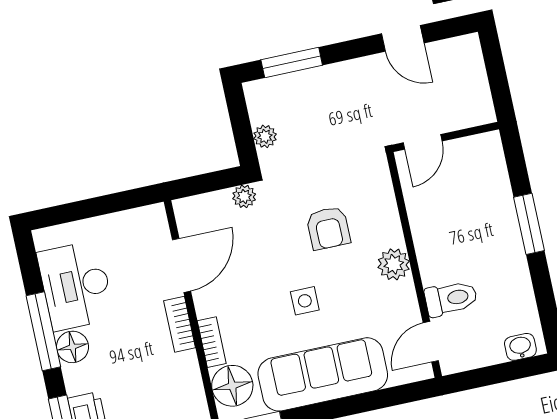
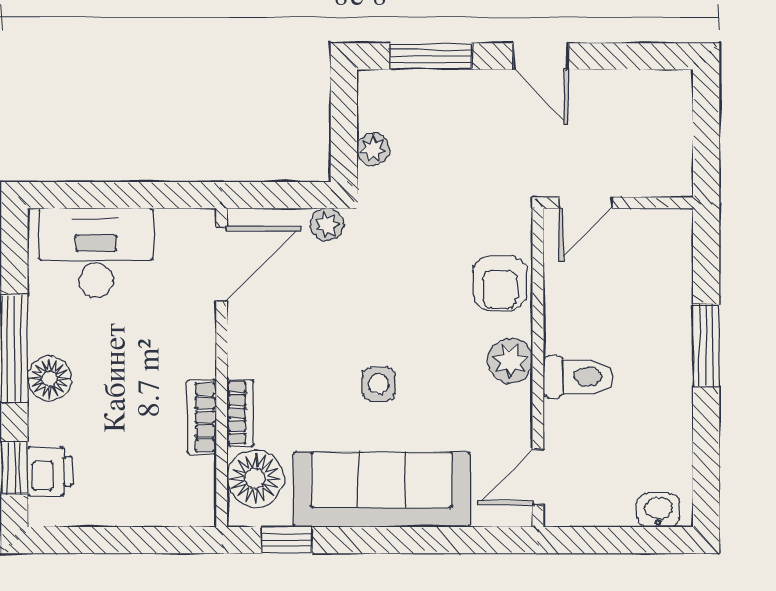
door: (403, 38) -> (541, 56), moved
armchair: (328, 228) -> (500, 283), moved
door: (181, 265) -> (222, 264), moved
desk: (76, 286) -> (96, 253), moved, turned 90
toilet: (451, 298) -> (578, 377), moved
bookcase: (180, 324) -> (202, 417), moved

